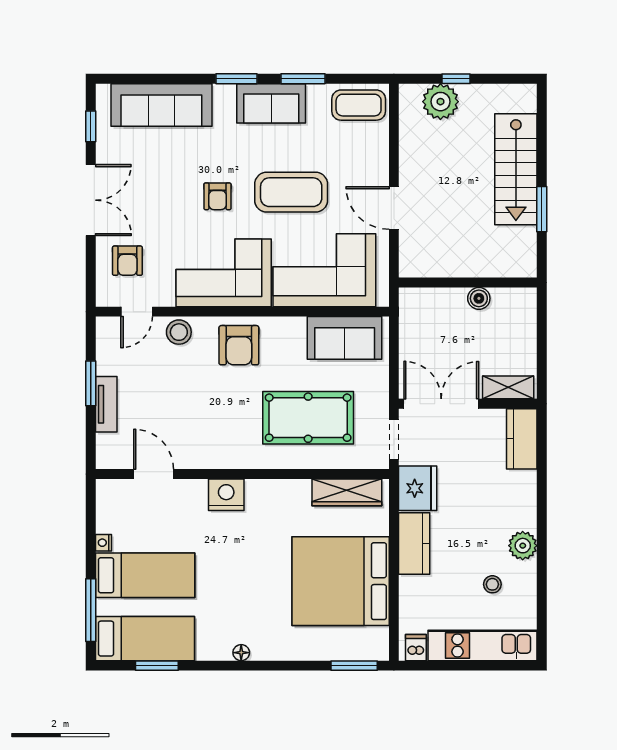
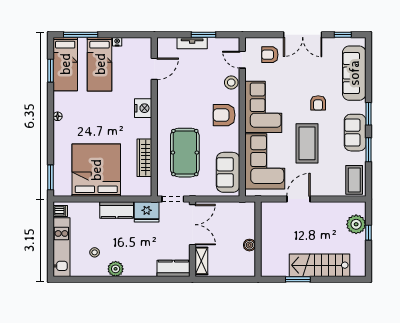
armchair: (217, 196) -> (318, 103), moved, turned -90
wardrobe: (347, 492) -> (144, 158), moved

